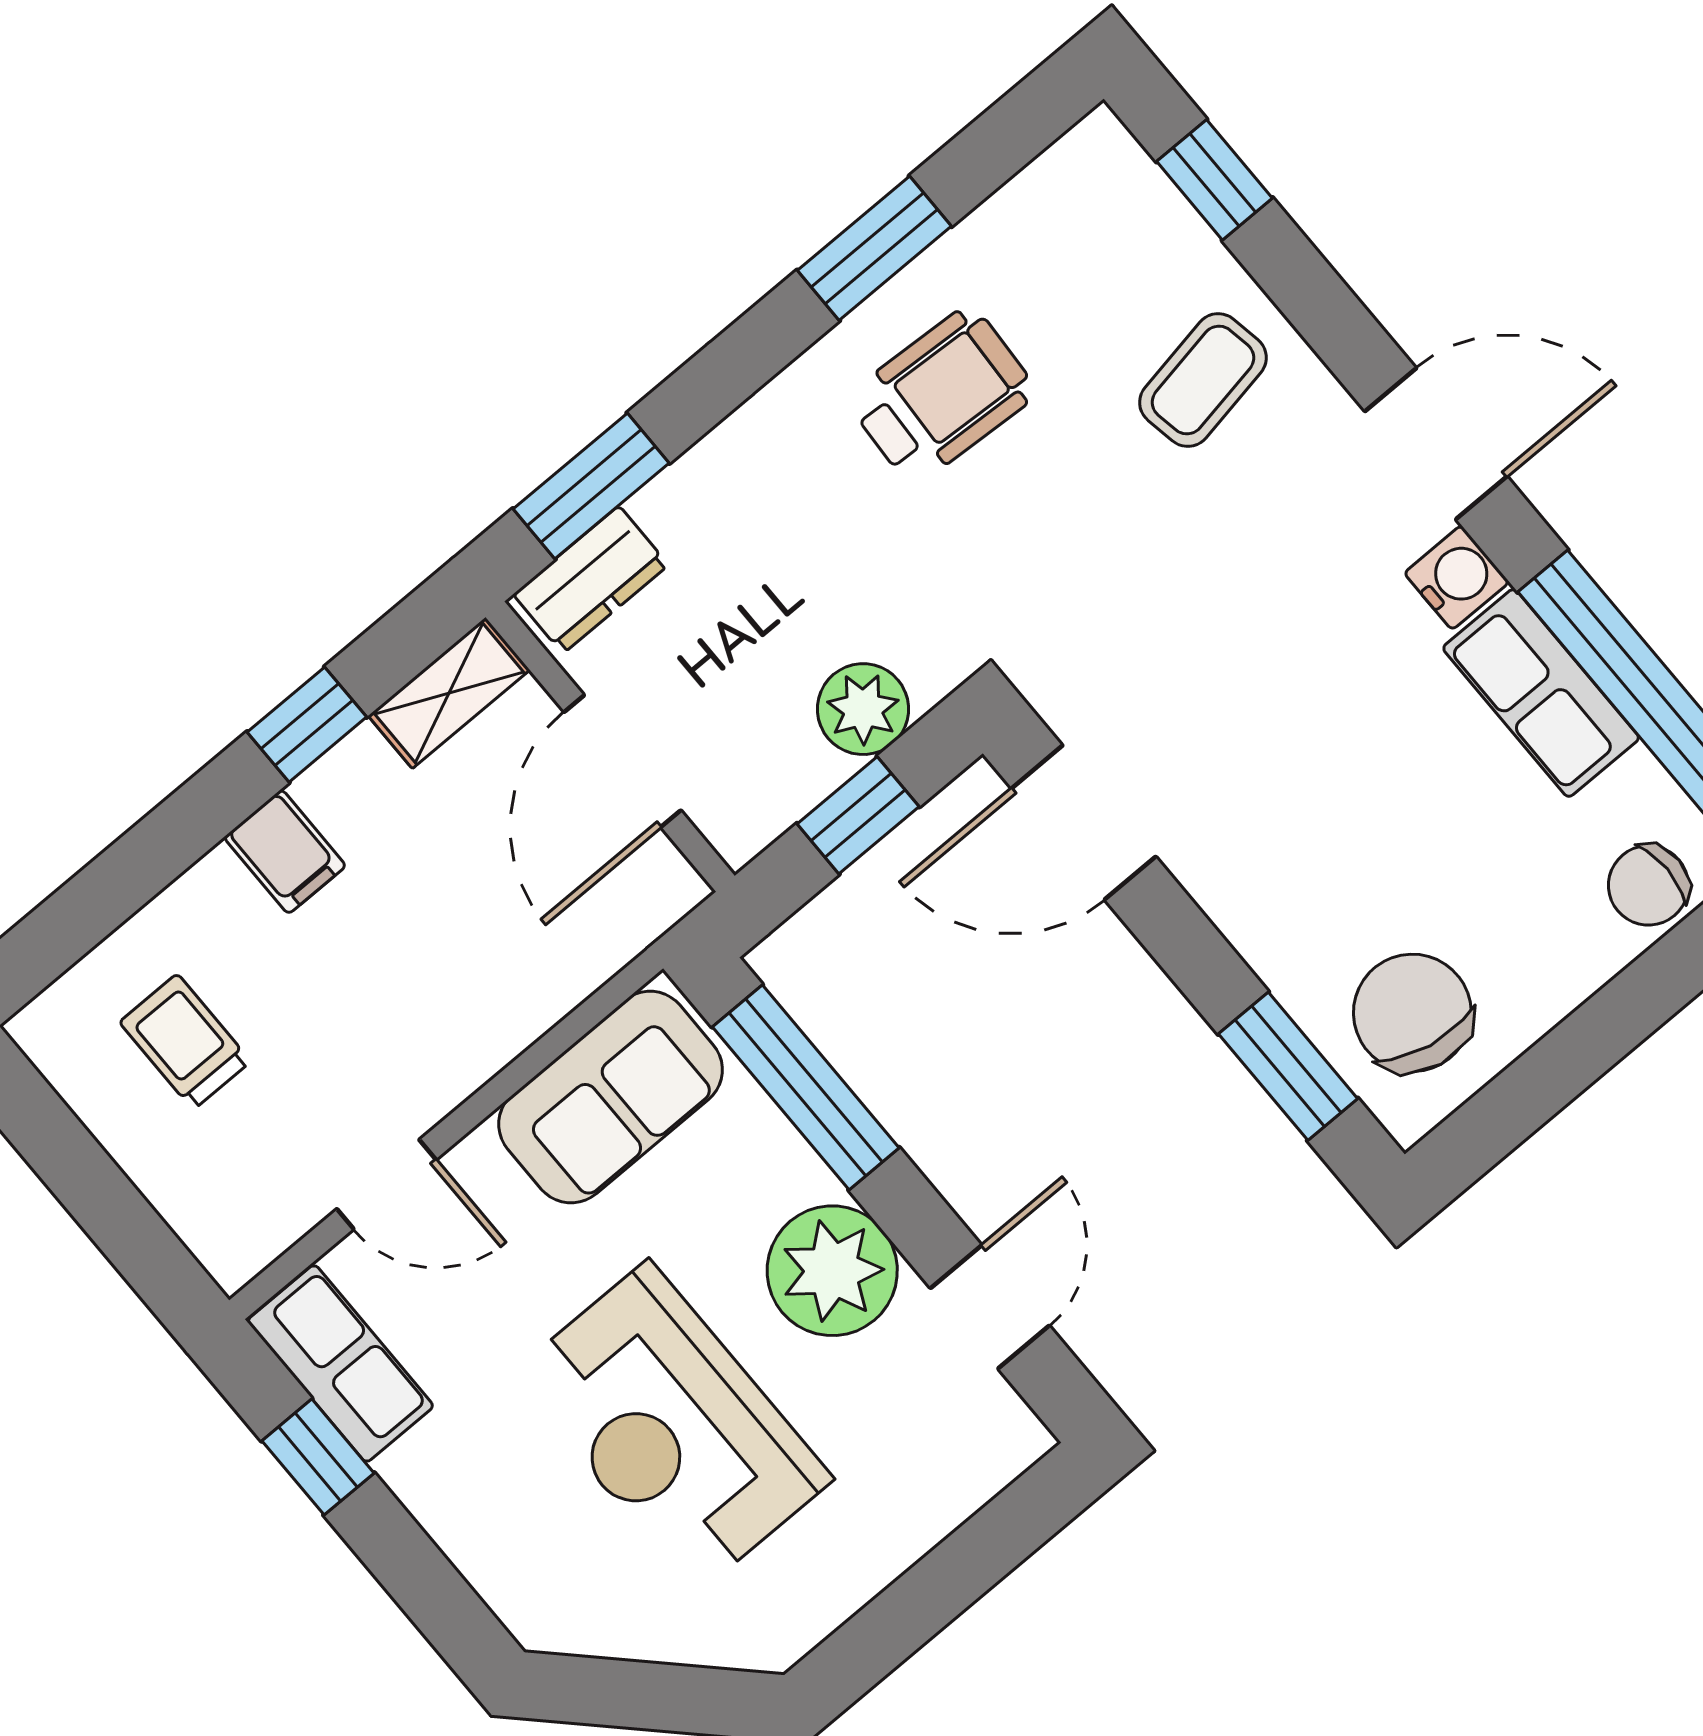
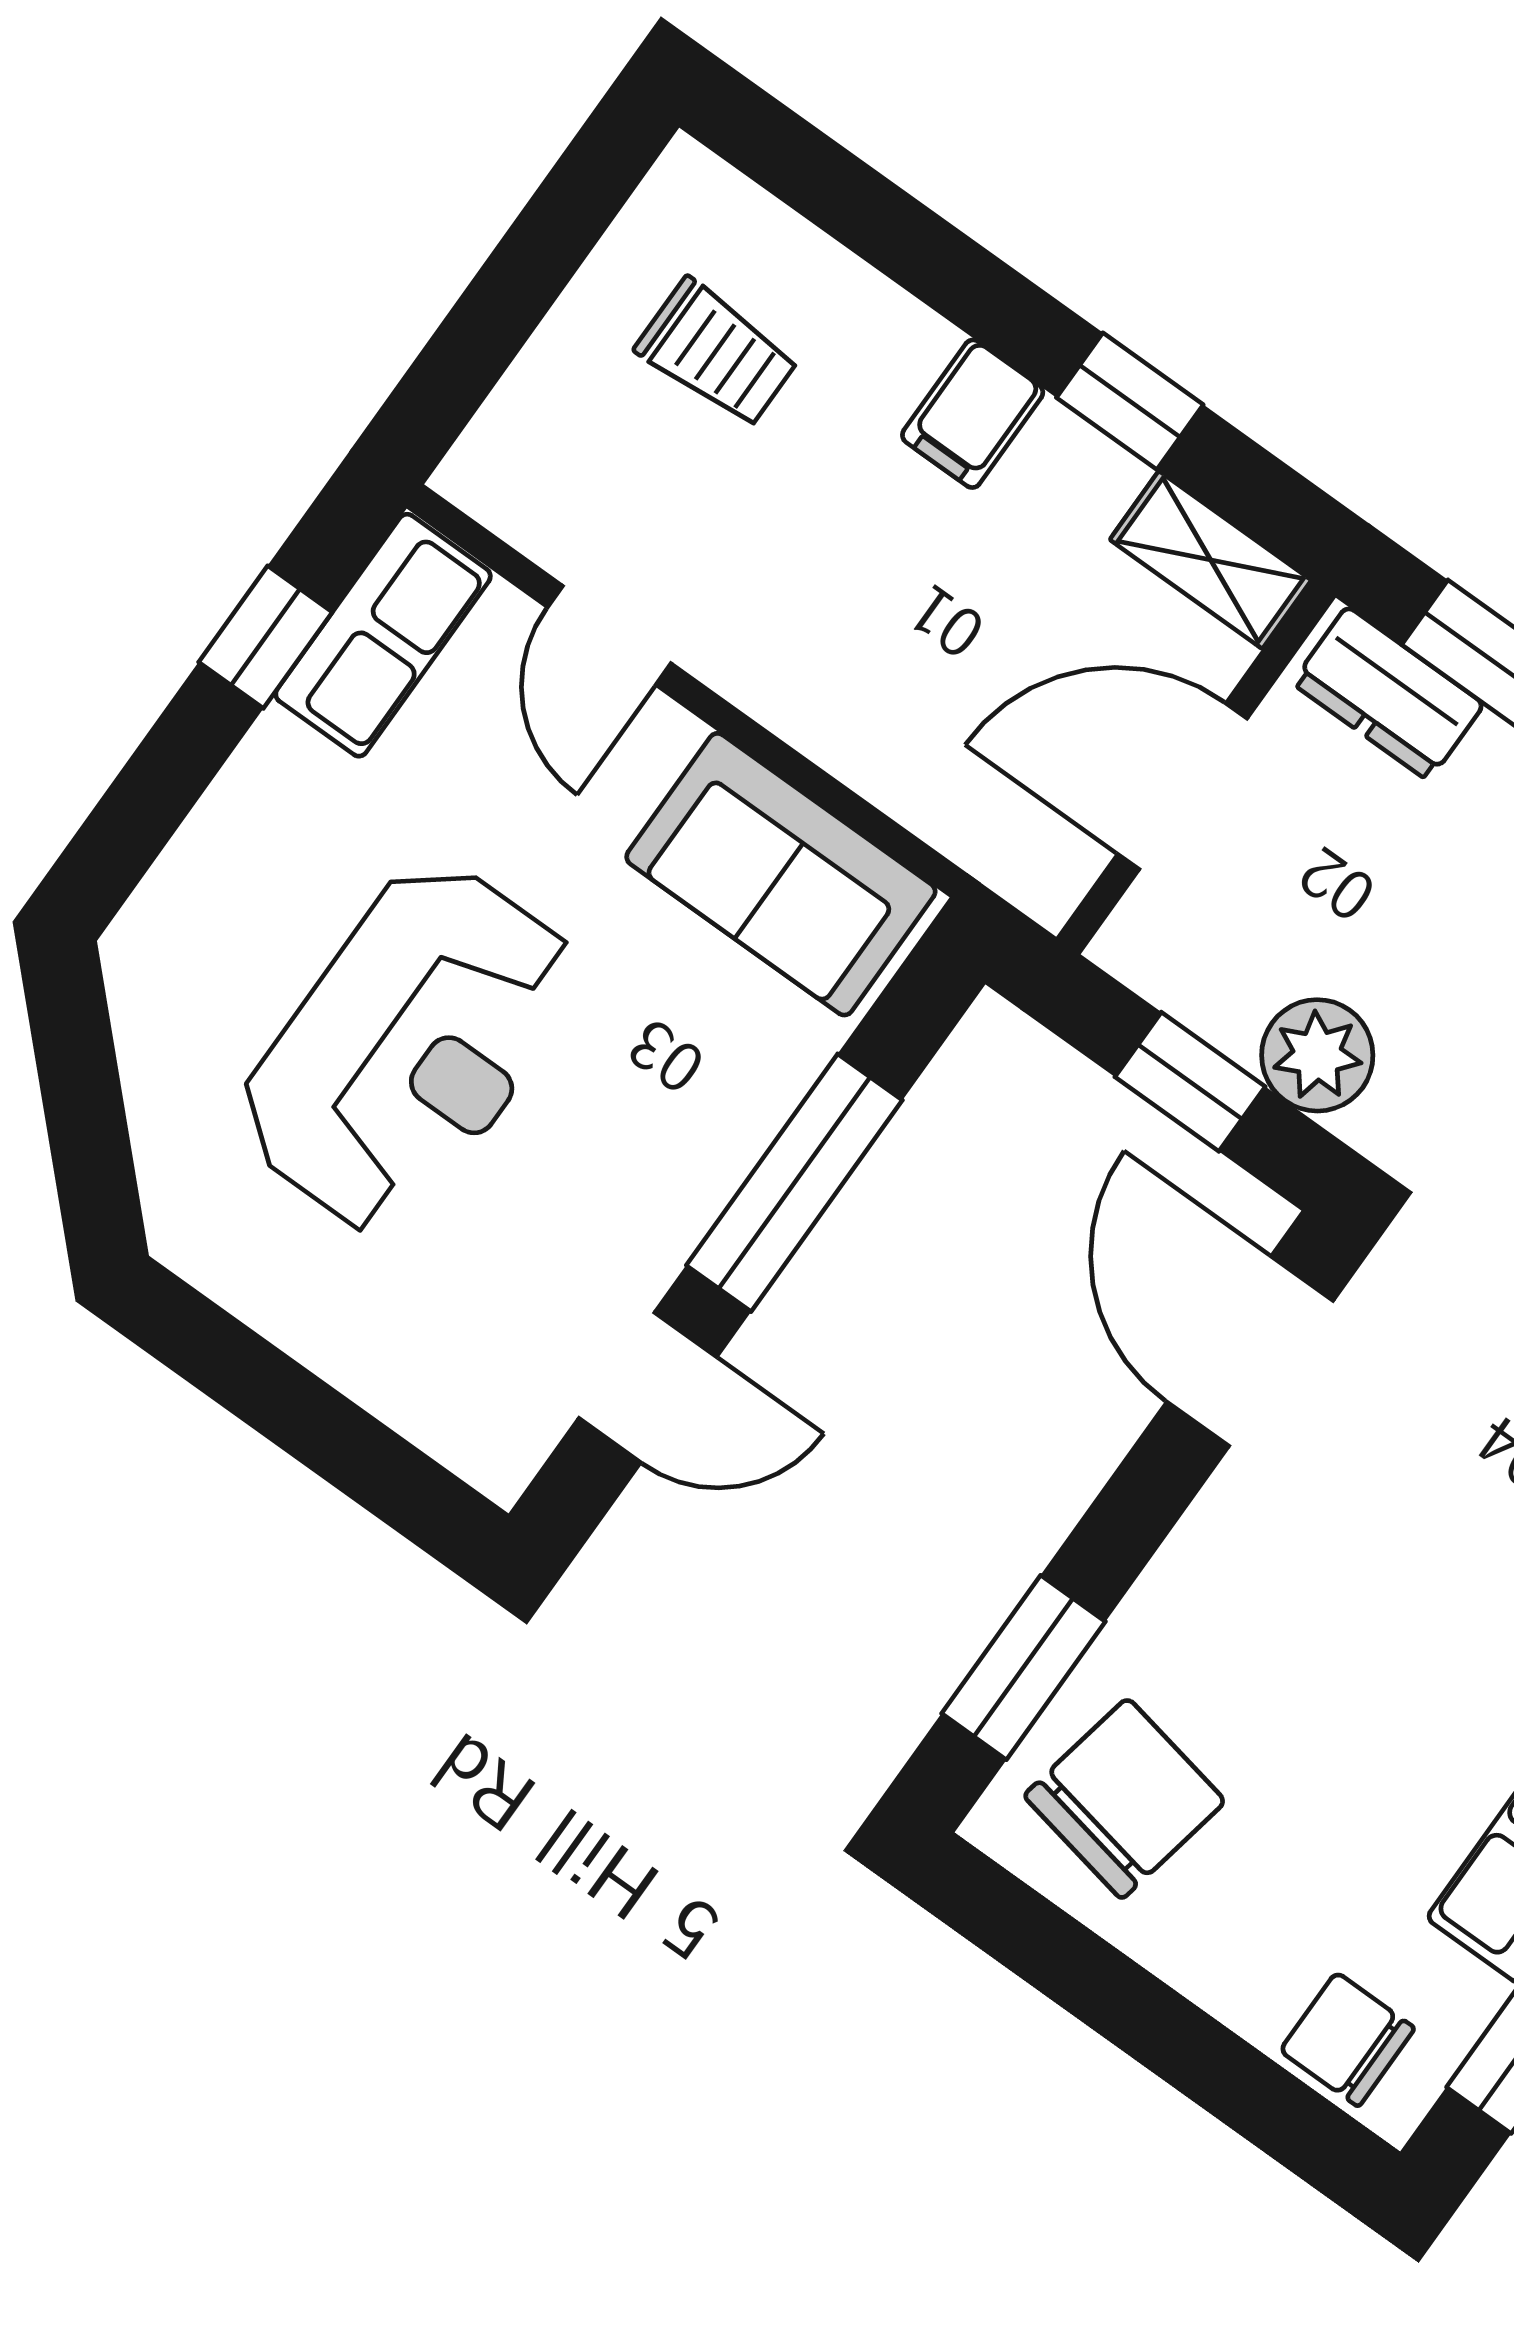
trolley: (185, 1042) -> (717, 353), turned 90
window: (806, 1087) -> (794, 1183), moved
plant: (832, 1271) -> (643, 1190), removed
reception desk: (672, 1427) -> (409, 1048), turned 180

